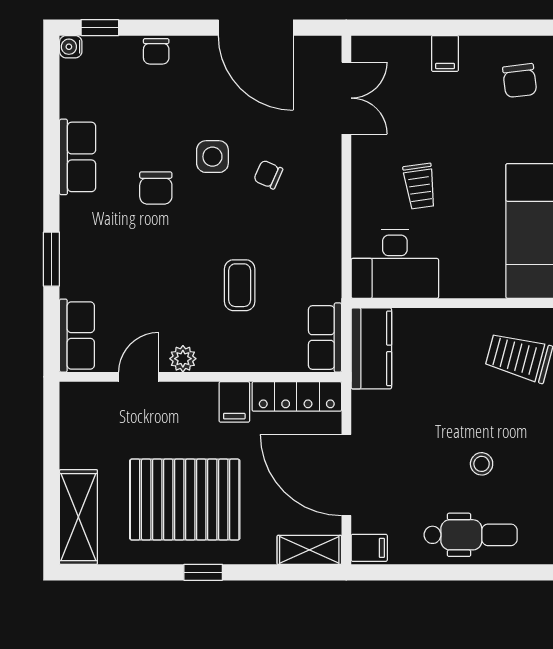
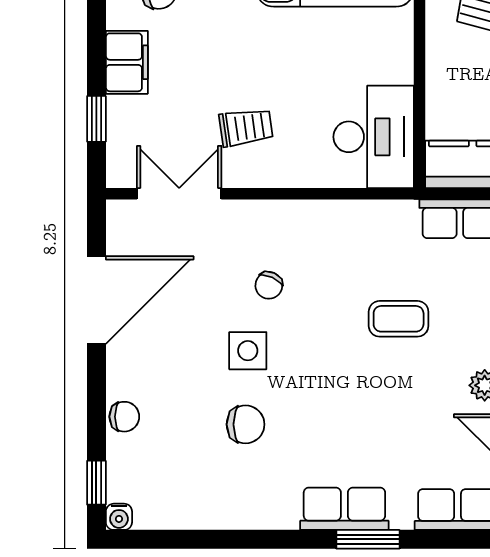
window: (410, 28) -> (96, 119), added
filing cabinet: (445, 53) -> (127, 62), width x2.00
row of seats: (78, 157) -> (344, 509), moved
trolley: (420, 186) -> (246, 127), moved
chair: (156, 188) -> (246, 424), moved

